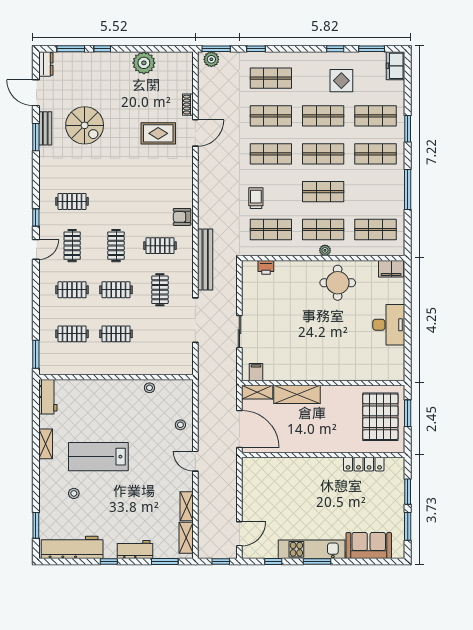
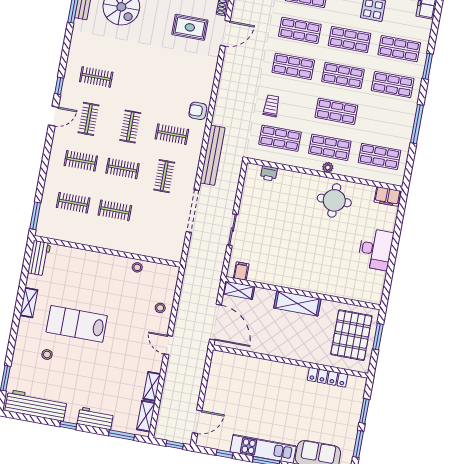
shelving: (297, 394) -> (297, 303), moved

